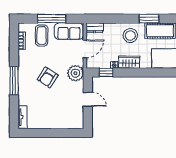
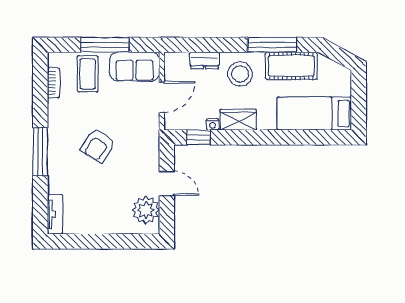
window: (149, 19) -> (272, 45), width x1.44
dresser: (95, 28) -> (205, 60), moved
plant: (75, 73) -> (146, 210), moved

